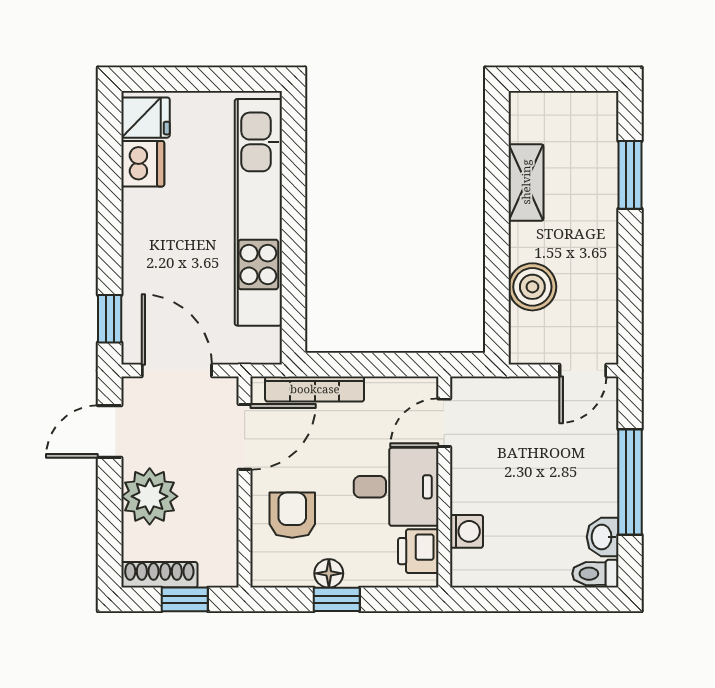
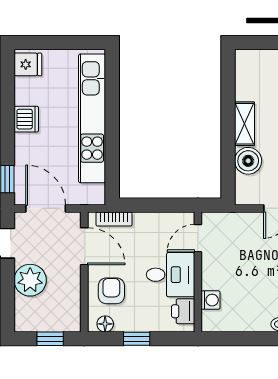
dishwasher: (143, 164) -> (26, 119), moved
shelving: (526, 182) -> (244, 124), moved
bookcase: (315, 389) -> (114, 219), width x0.64
door: (245, 437) -> (84, 246), hinge flipped
floor lamp: (329, 573) -> (105, 324), moved
shoe rack: (159, 575) -> (36, 325), removed

